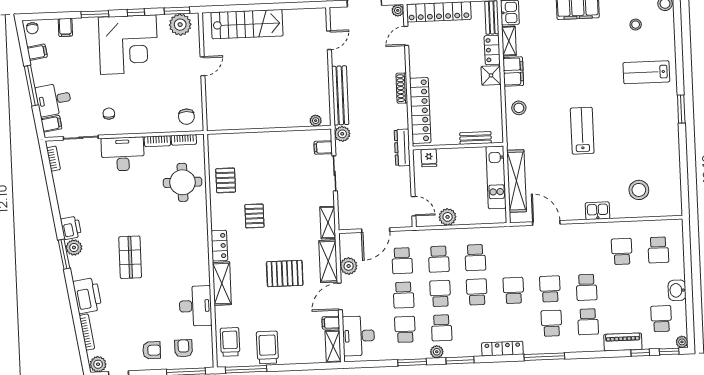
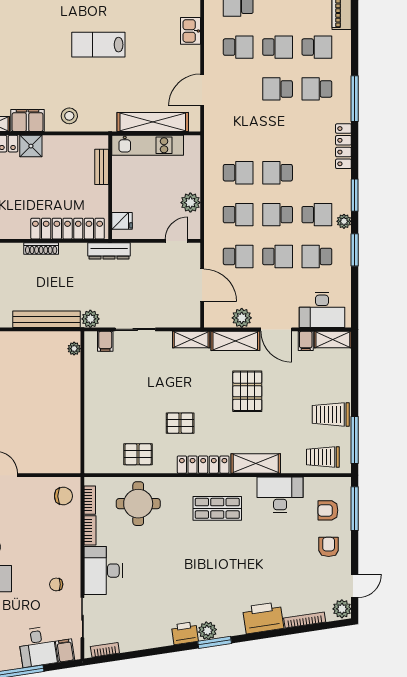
locker: (219, 246) -> (203, 465), width x1.53
shop shelf: (130, 257) -> (217, 508), moved
school desk: (513, 290) -> (238, 47), moved, turned 180

